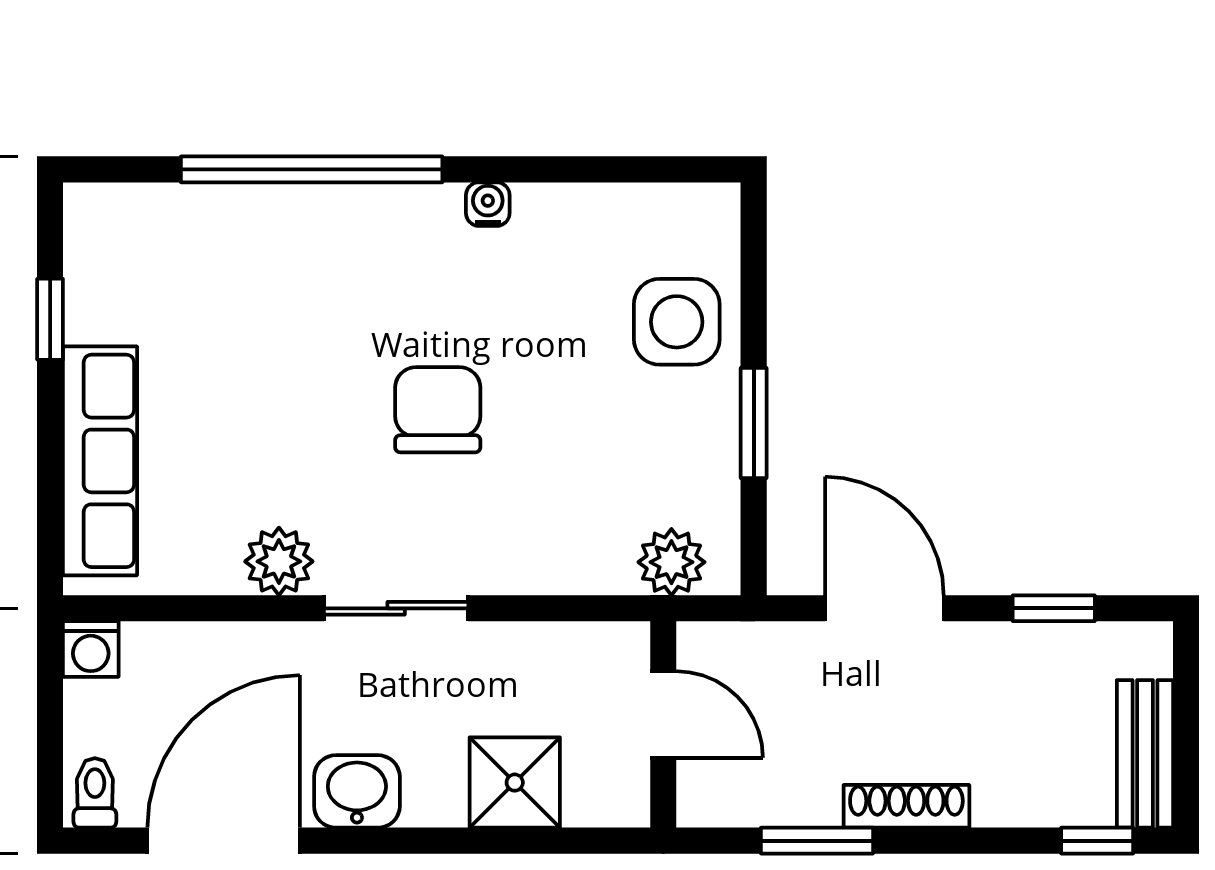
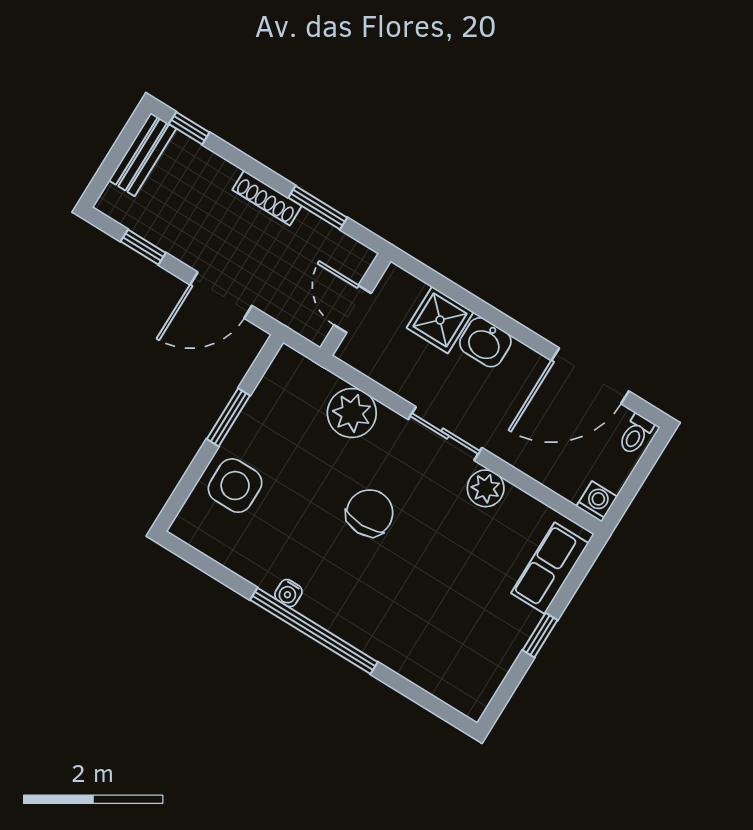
window: (312, 169) -> (314, 631), moved
window: (50, 319) -> (540, 635), moved
chair: (438, 410) -> (370, 513), turned 180
row of seats: (100, 461) -> (550, 568), width x0.68
plant: (671, 562) -> (352, 413), moved, width x1.36, depth x1.36
door: (884, 608) -> (221, 295), hinge flipped
washbasin: (357, 791) -> (485, 342), moved

